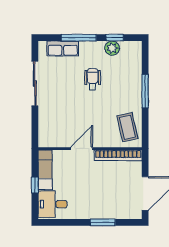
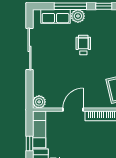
plant: (112, 48) -> (78, 16), moved
plant: (45, 140) -> (39, 102), added

